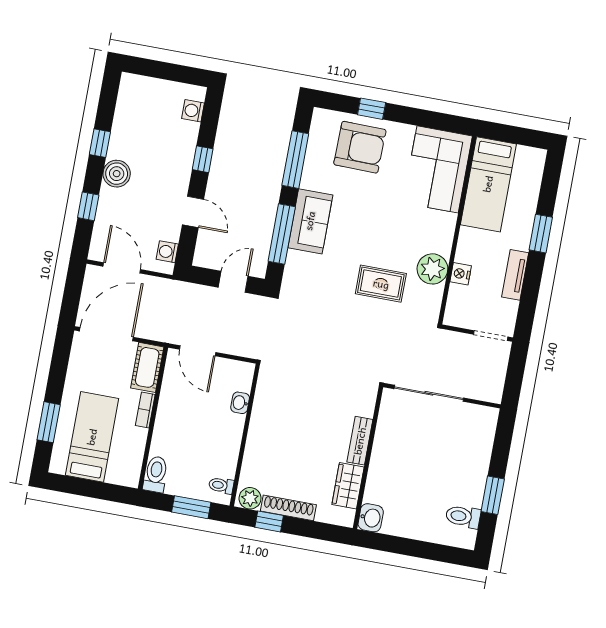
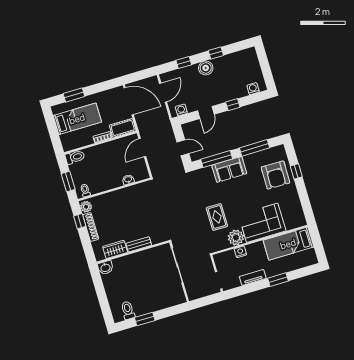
corner sofa: (438, 169) -> (262, 223), moved

